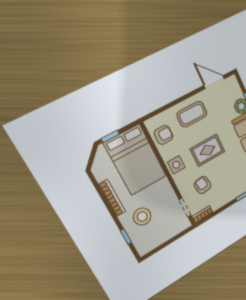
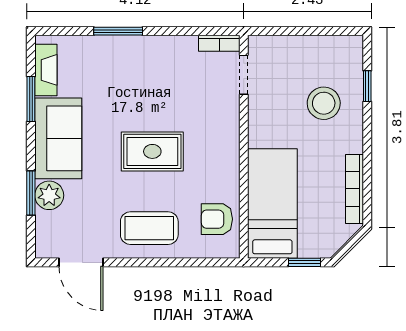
bed: (135, 160) -> (272, 203), width x0.67
side table: (176, 165) -> (221, 157), removed
armchair: (203, 185) -> (192, 95), removed
bookcase: (112, 198) -> (354, 189), moved

